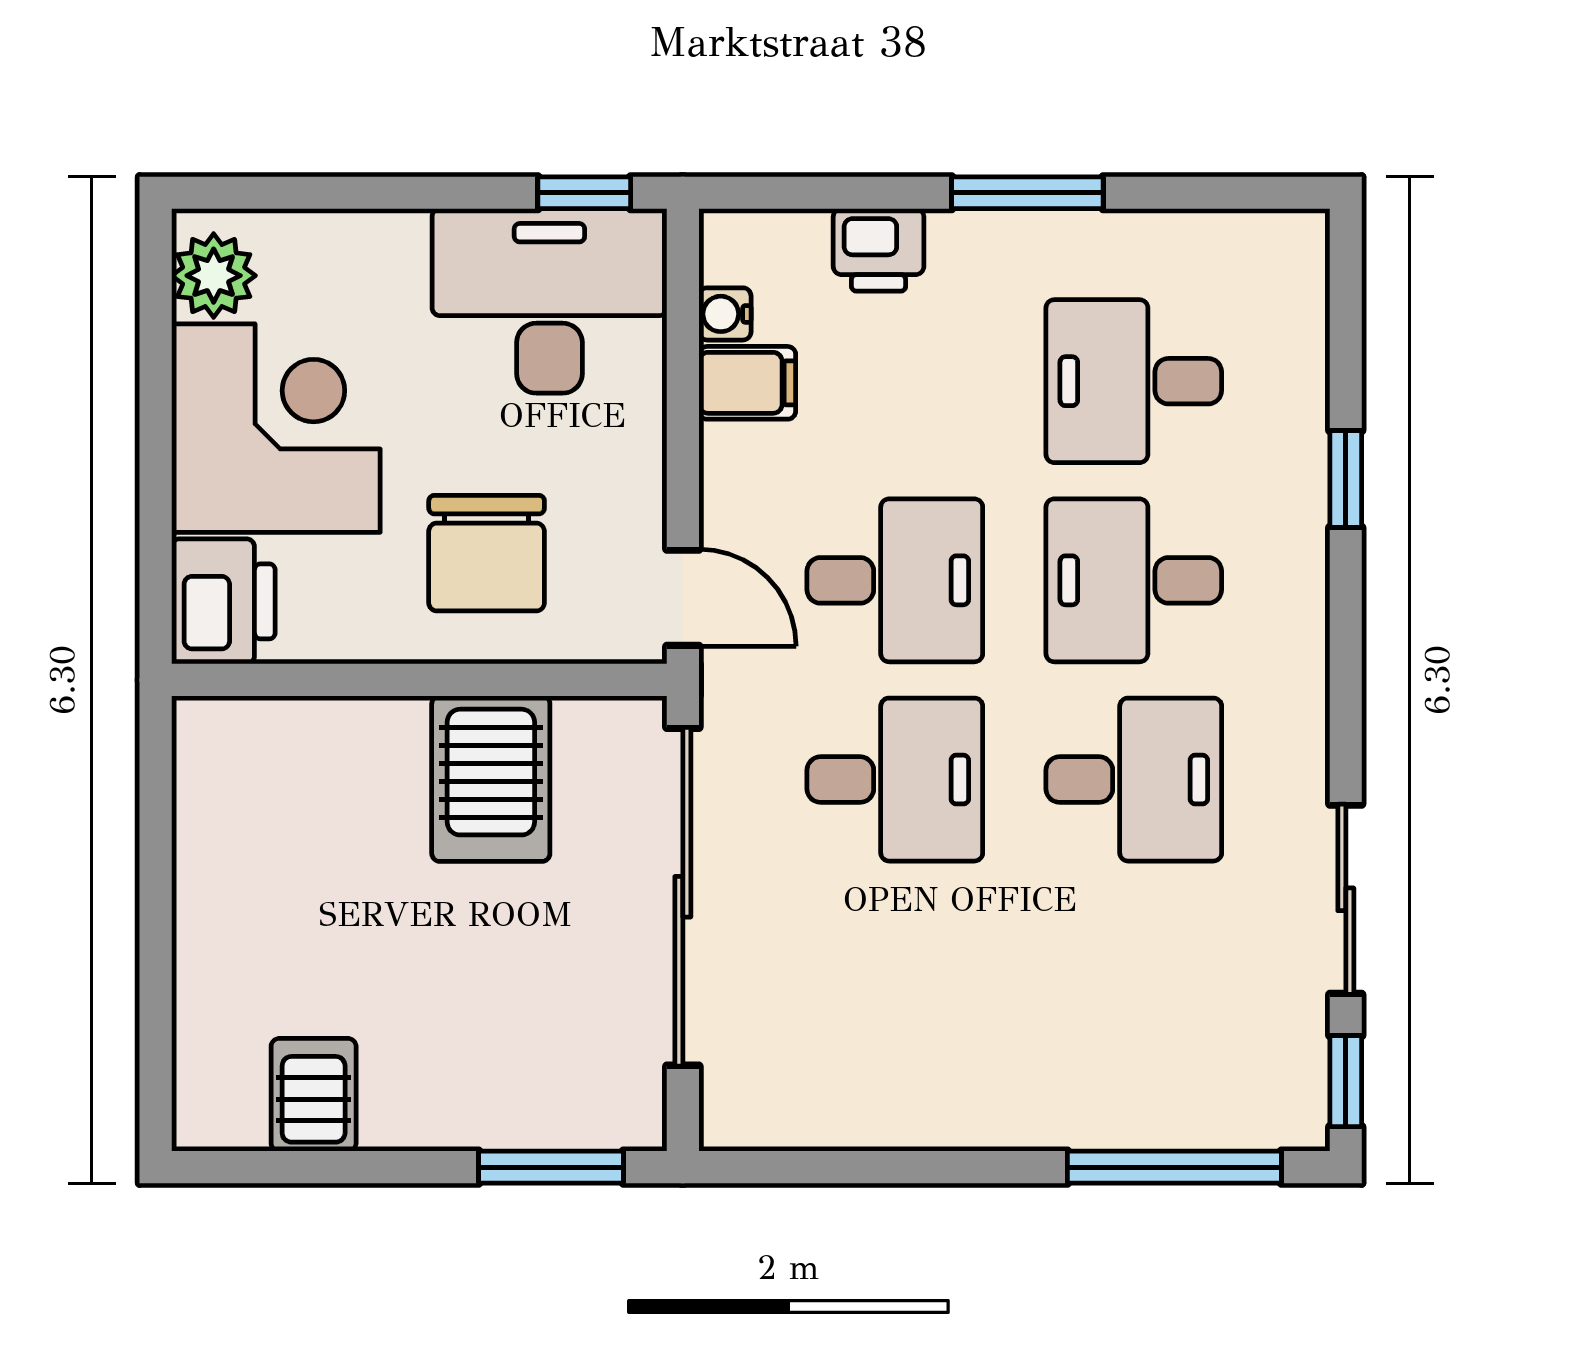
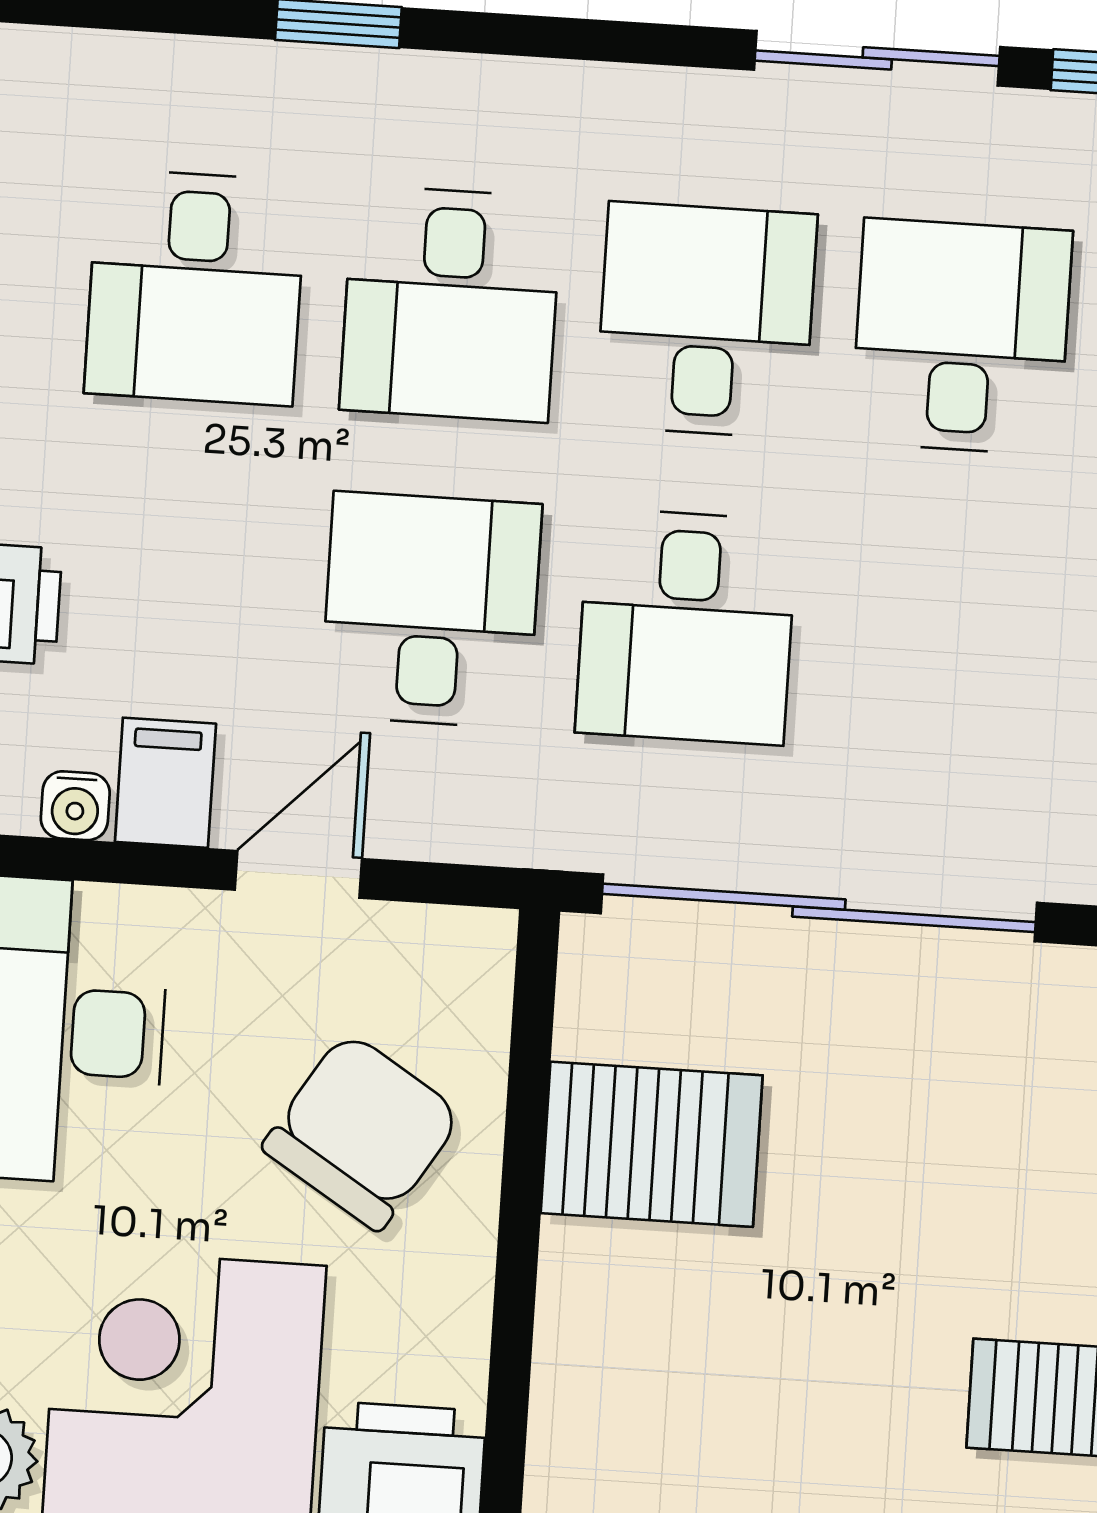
chair: (487, 553) -> (362, 1131), turned -58
door: (683, 598) -> (298, 874), moved
desk: (895, 780) -> (686, 627), turned 180
desk: (1134, 979) -> (961, 337), added

